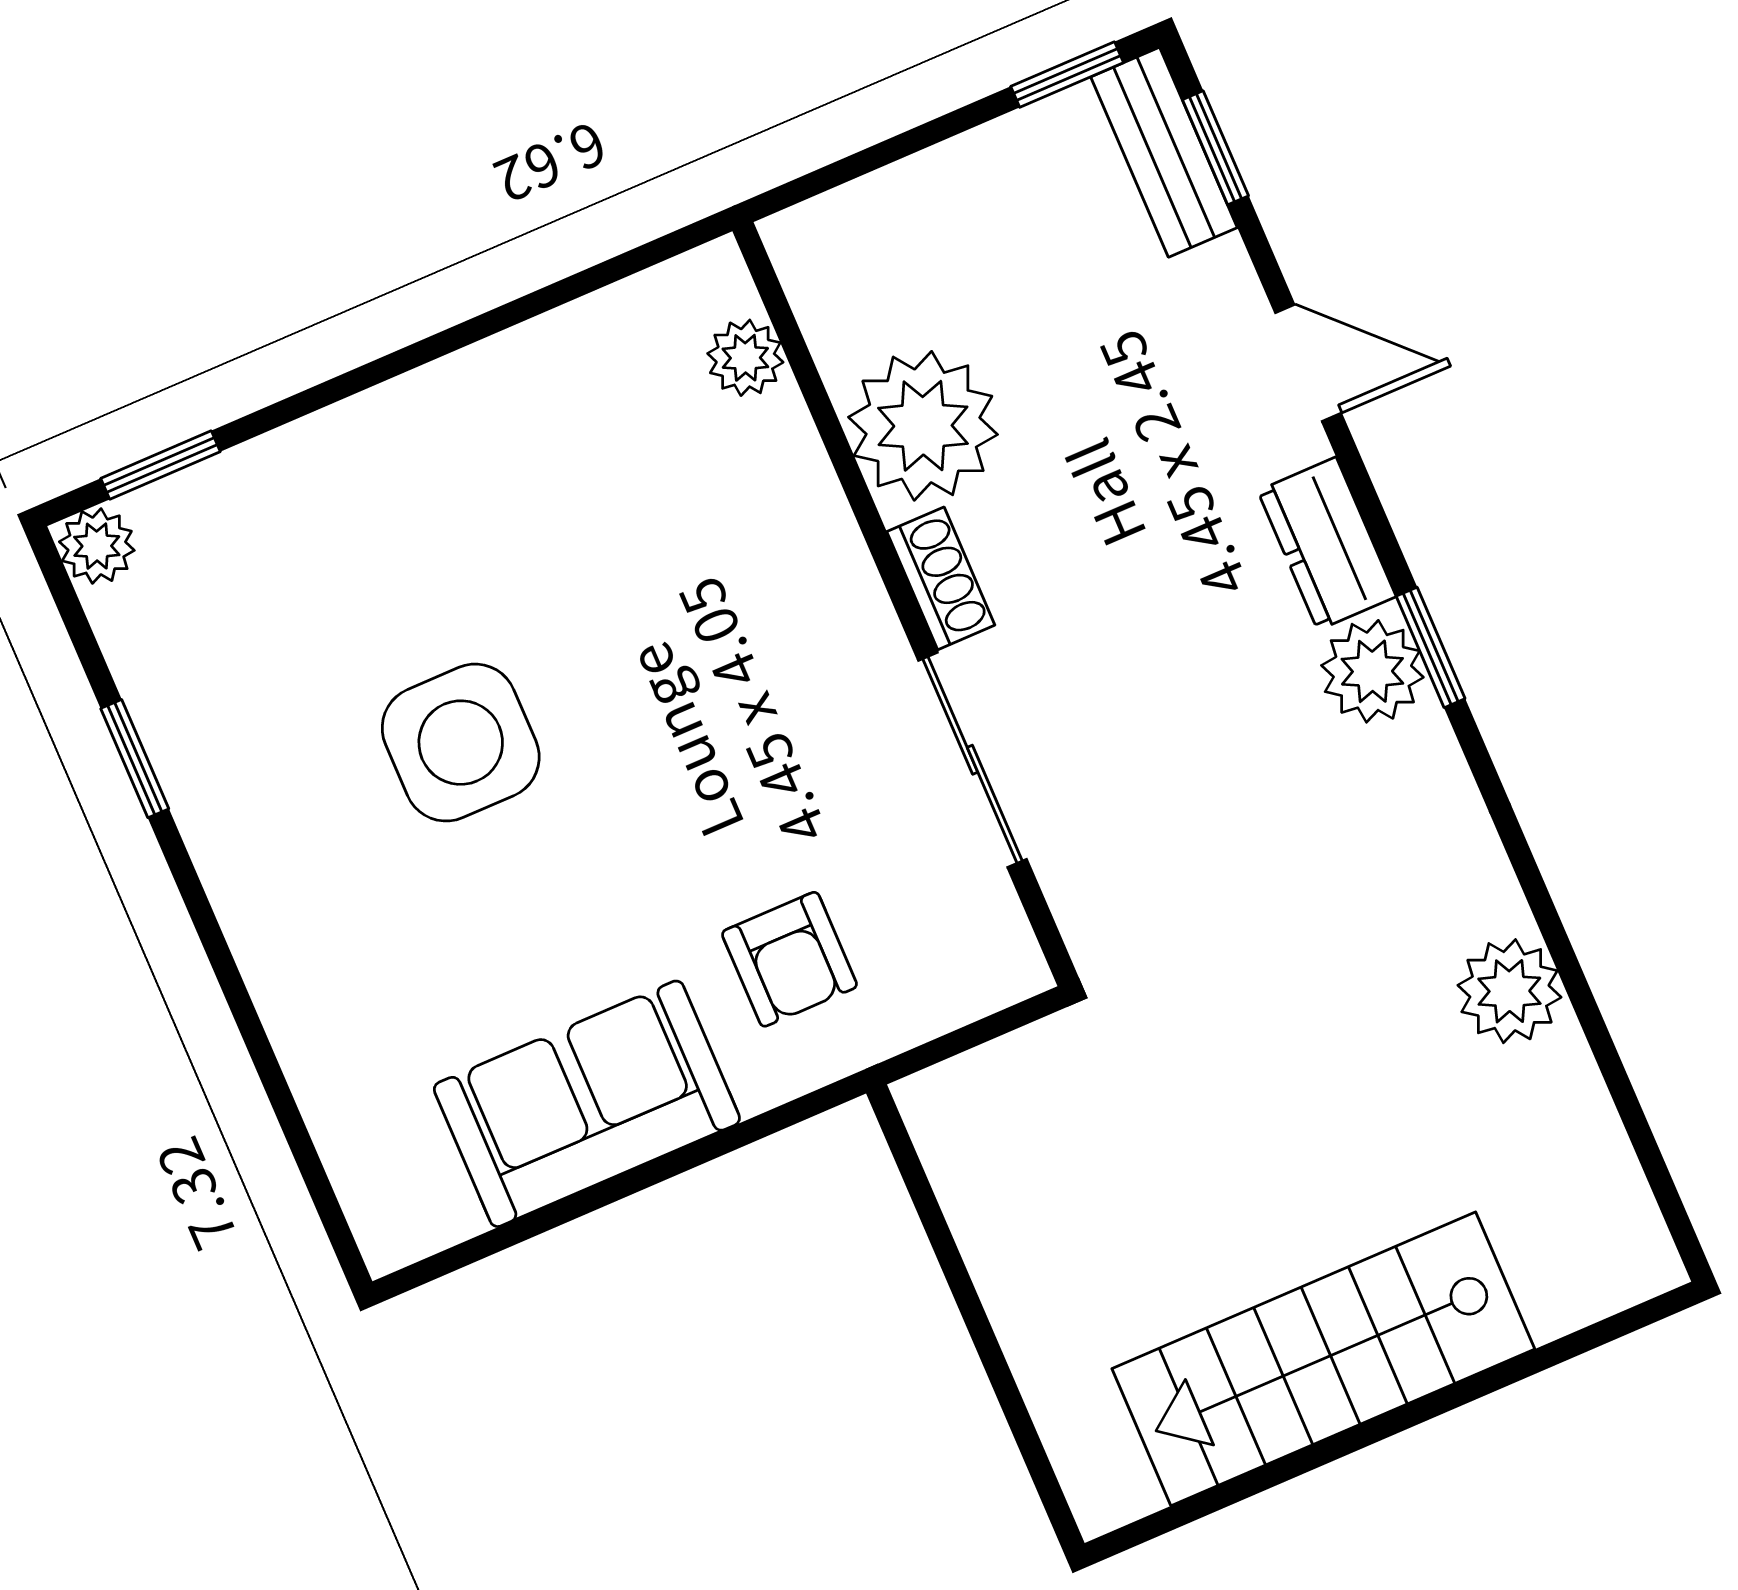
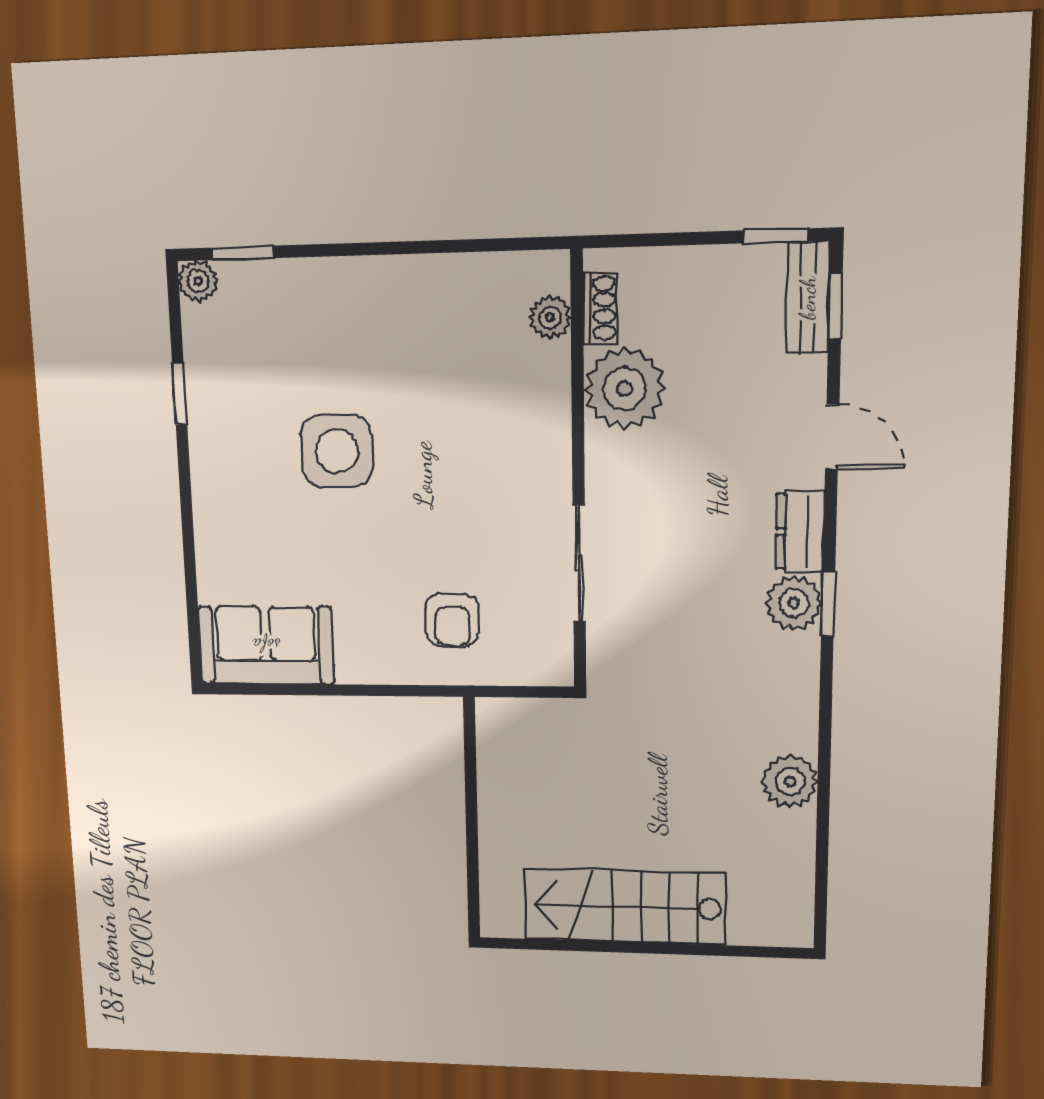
shoe rack: (941, 578) -> (600, 308), moved
sofa: (587, 1104) -> (266, 645), moved

